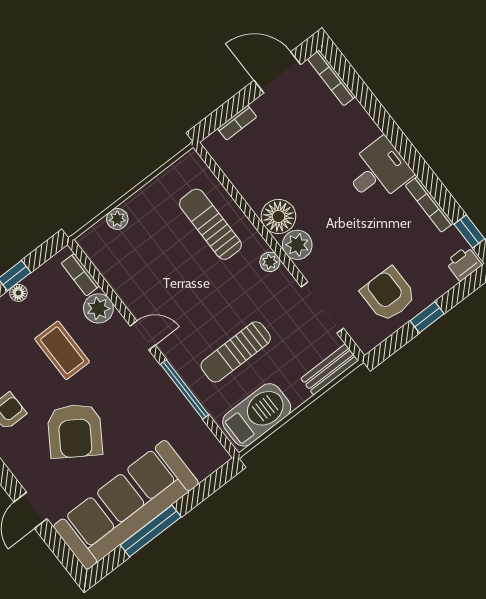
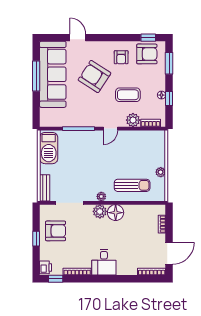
plant: (117, 219) -> (161, 172), moved
sun lounger: (236, 352) -> (78, 158), removed

